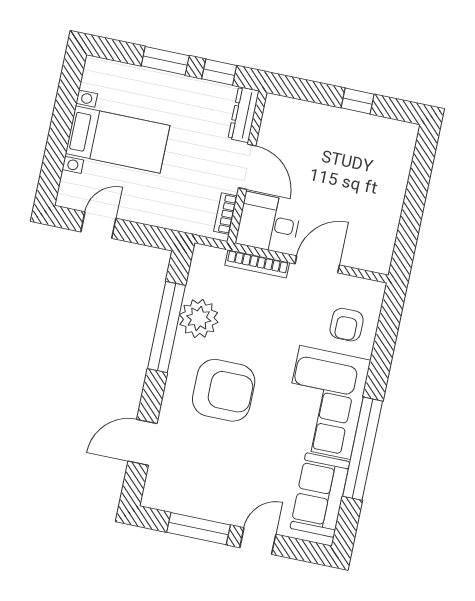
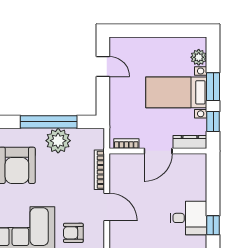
plant: (115, 74) -> (199, 57), added
window: (358, 101) -> (213, 225), moved
bed with nightstands: (118, 140) -> (176, 92), moved, turned 90
desk: (269, 223) -> (188, 218), moved, turned 90

